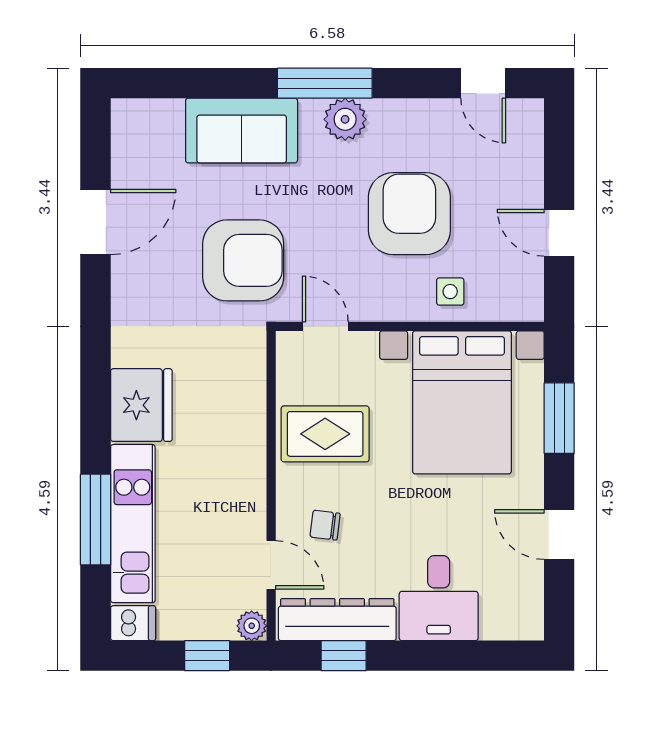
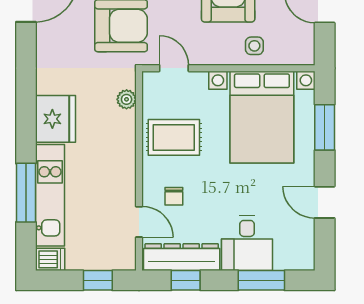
chair: (325, 525) -> (174, 196), turned -97
plant: (252, 626) -> (127, 99), moved
window: (461, 656) -> (261, 280), added

